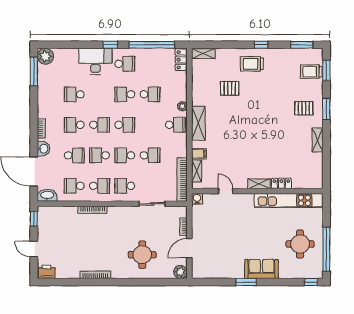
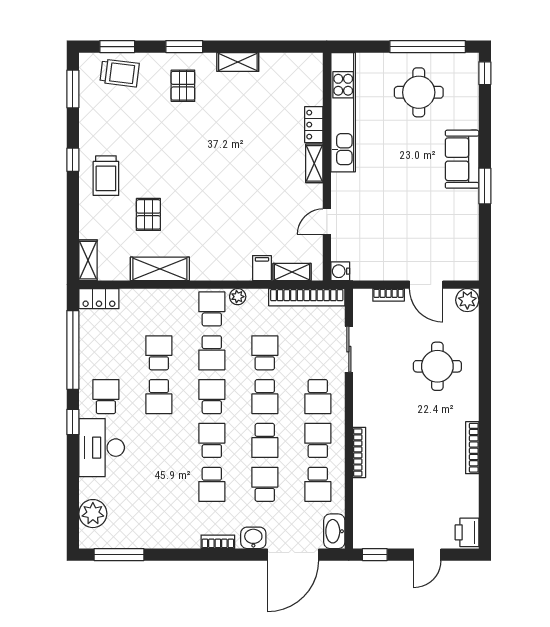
plant: (45, 56) -> (93, 514), moved
trolley: (311, 72) -> (120, 73), turned -83
school desk: (74, 94) -> (212, 353), moved
plant: (182, 106) -> (238, 297), moved
shelving: (198, 123) -> (160, 269), moved

